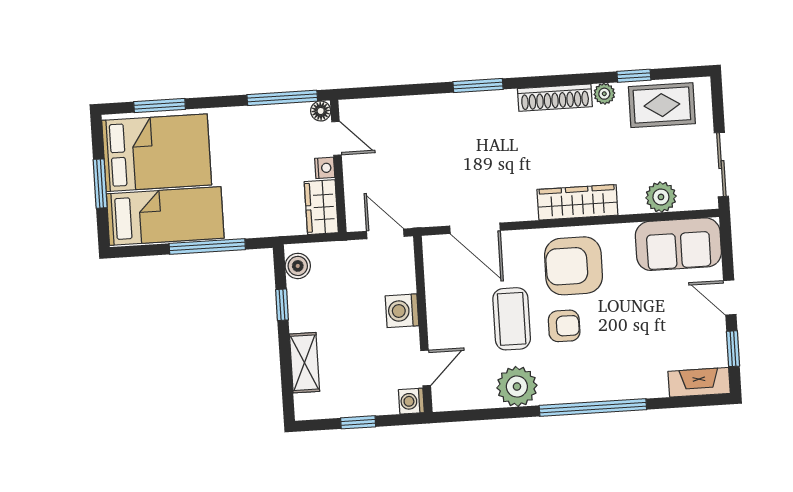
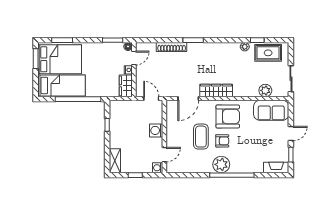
window: (282, 98) -> (113, 40), width x0.69
shoe rack: (555, 98) -> (172, 47), moved
door: (337, 138) -> (134, 58), hinge flipped
window: (100, 184) -> (36, 59), moved
wardrobe: (577, 202) -> (216, 91), moved
door: (475, 228) -> (188, 98), hinge flipped
window: (207, 246) -> (78, 99), width x1.46
boiler: (298, 266) -> (115, 109), removed
armchair: (574, 266) -> (228, 116), turned 180
door: (730, 297) -> (291, 133), swing flipped
shelving: (304, 363) -> (115, 161), moved
plant: (517, 387) -> (221, 164), moved

